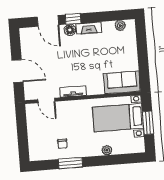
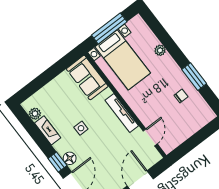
fireplace: (89, 28) -> (48, 130), moved
side table: (87, 53) -> (81, 128), added
tv unit: (73, 92) -> (122, 113), width x1.41
window: (148, 123) -> (109, 28), width x1.44

